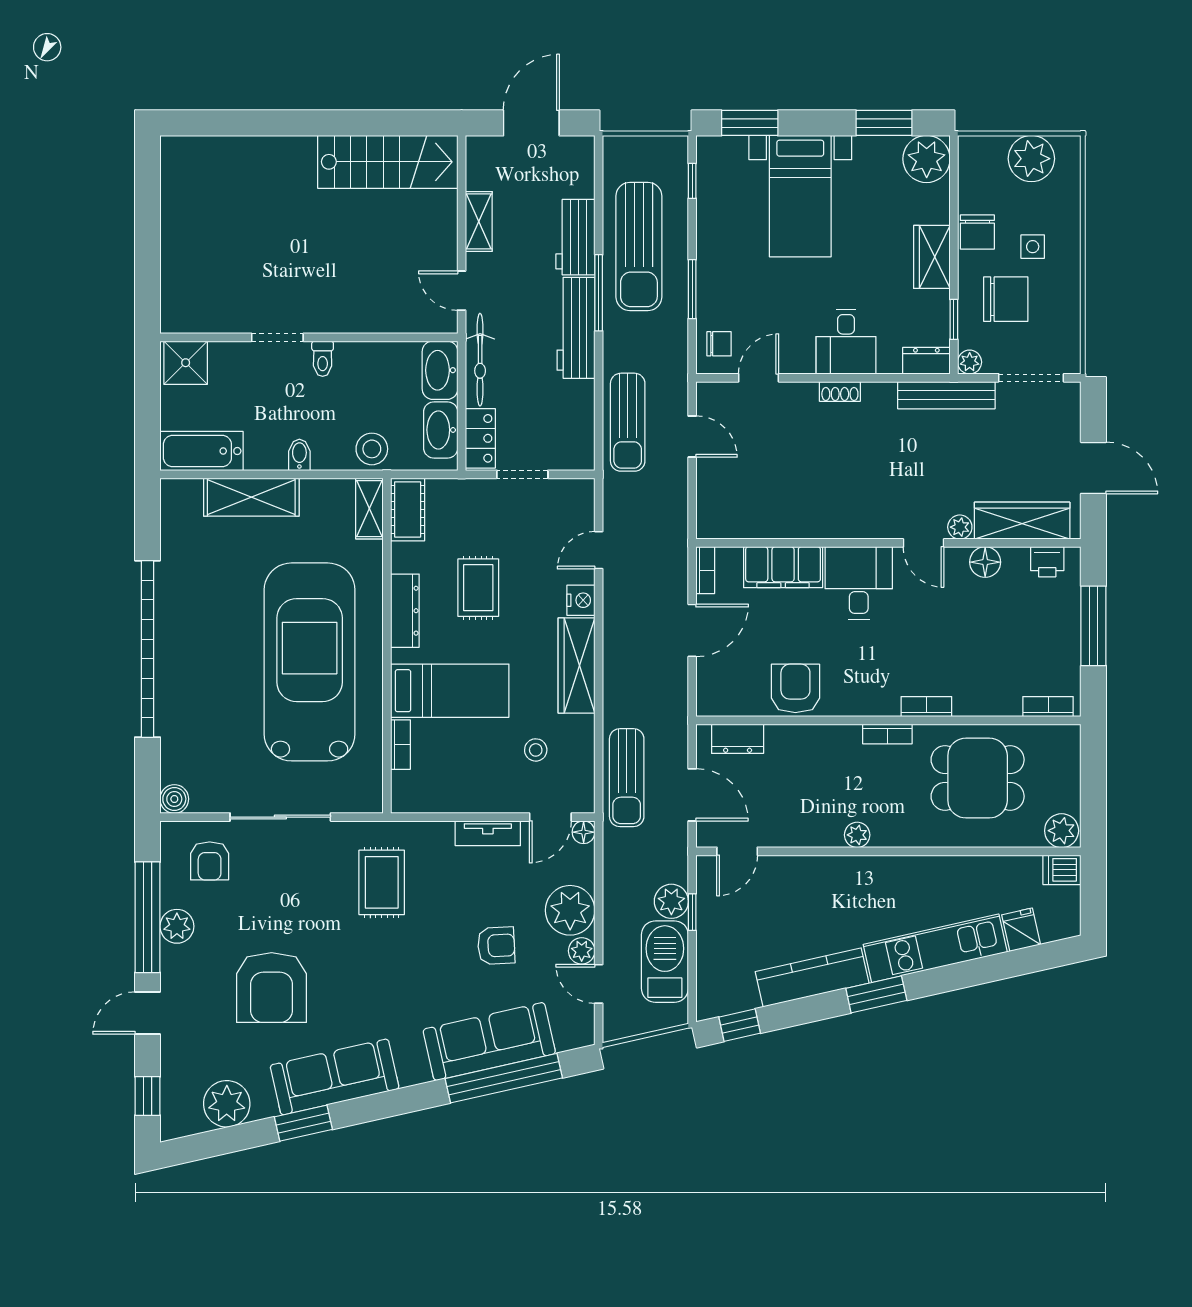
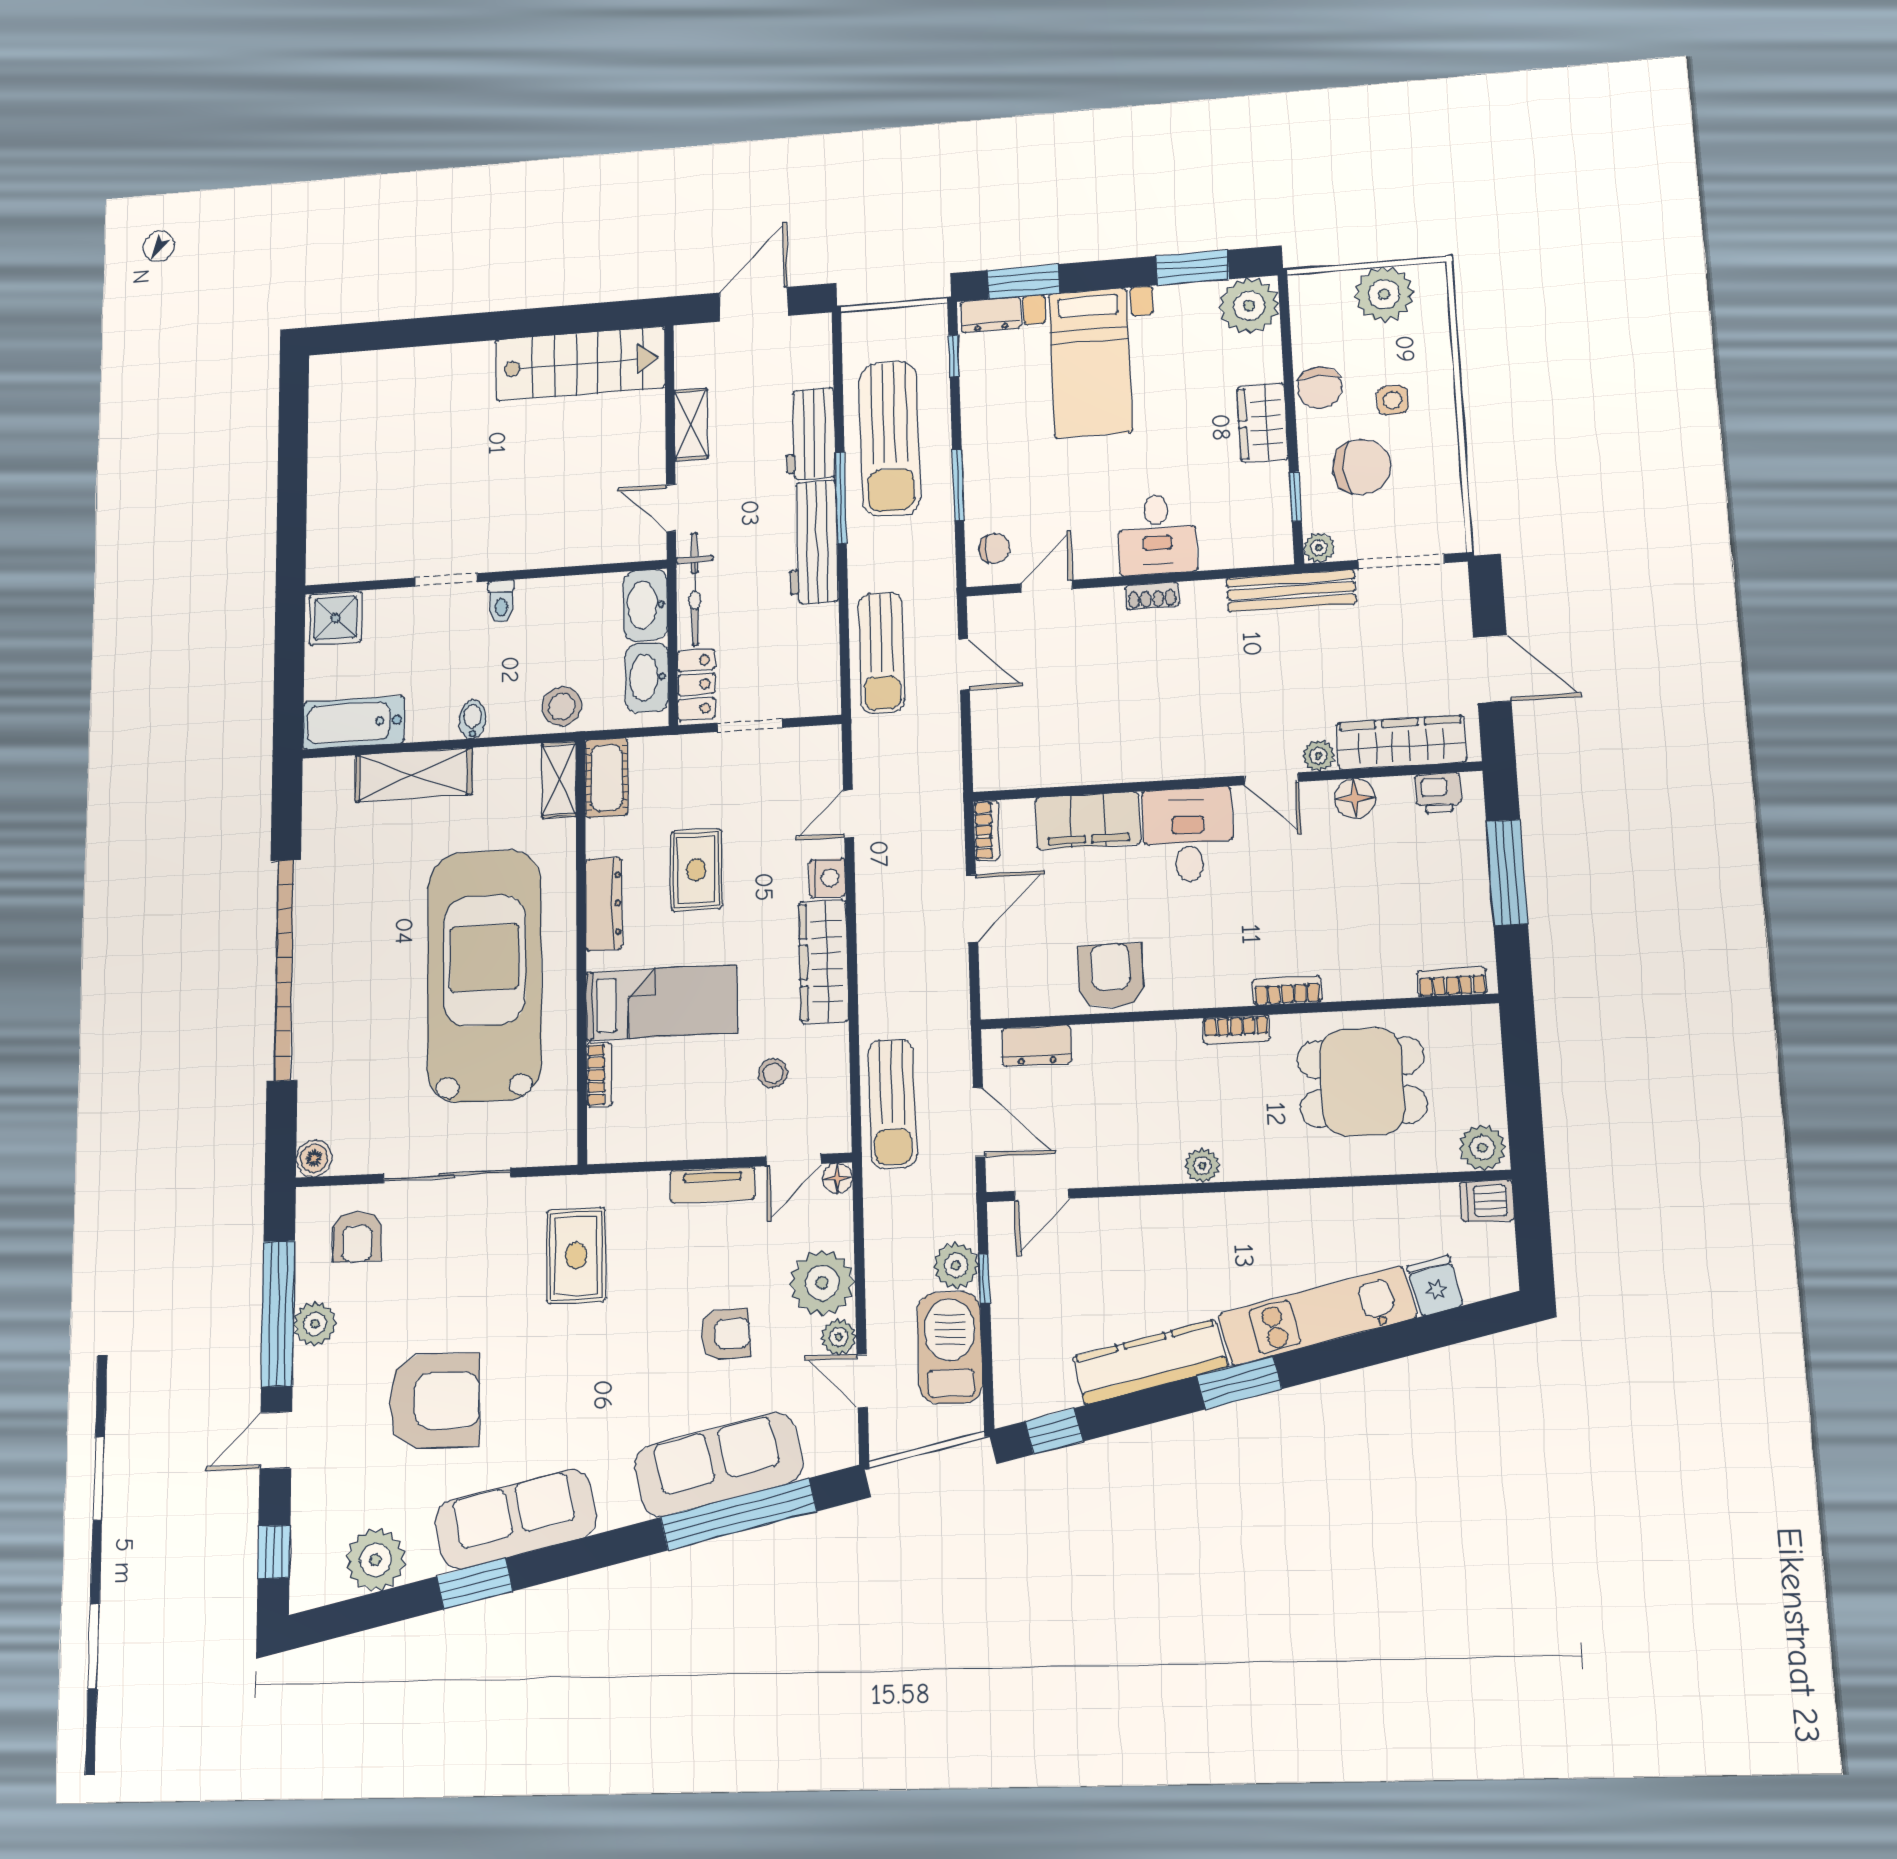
dresser: (926, 361) -> (991, 315), moved, turned 180
armchair: (272, 988) -> (434, 1401), turned -90

